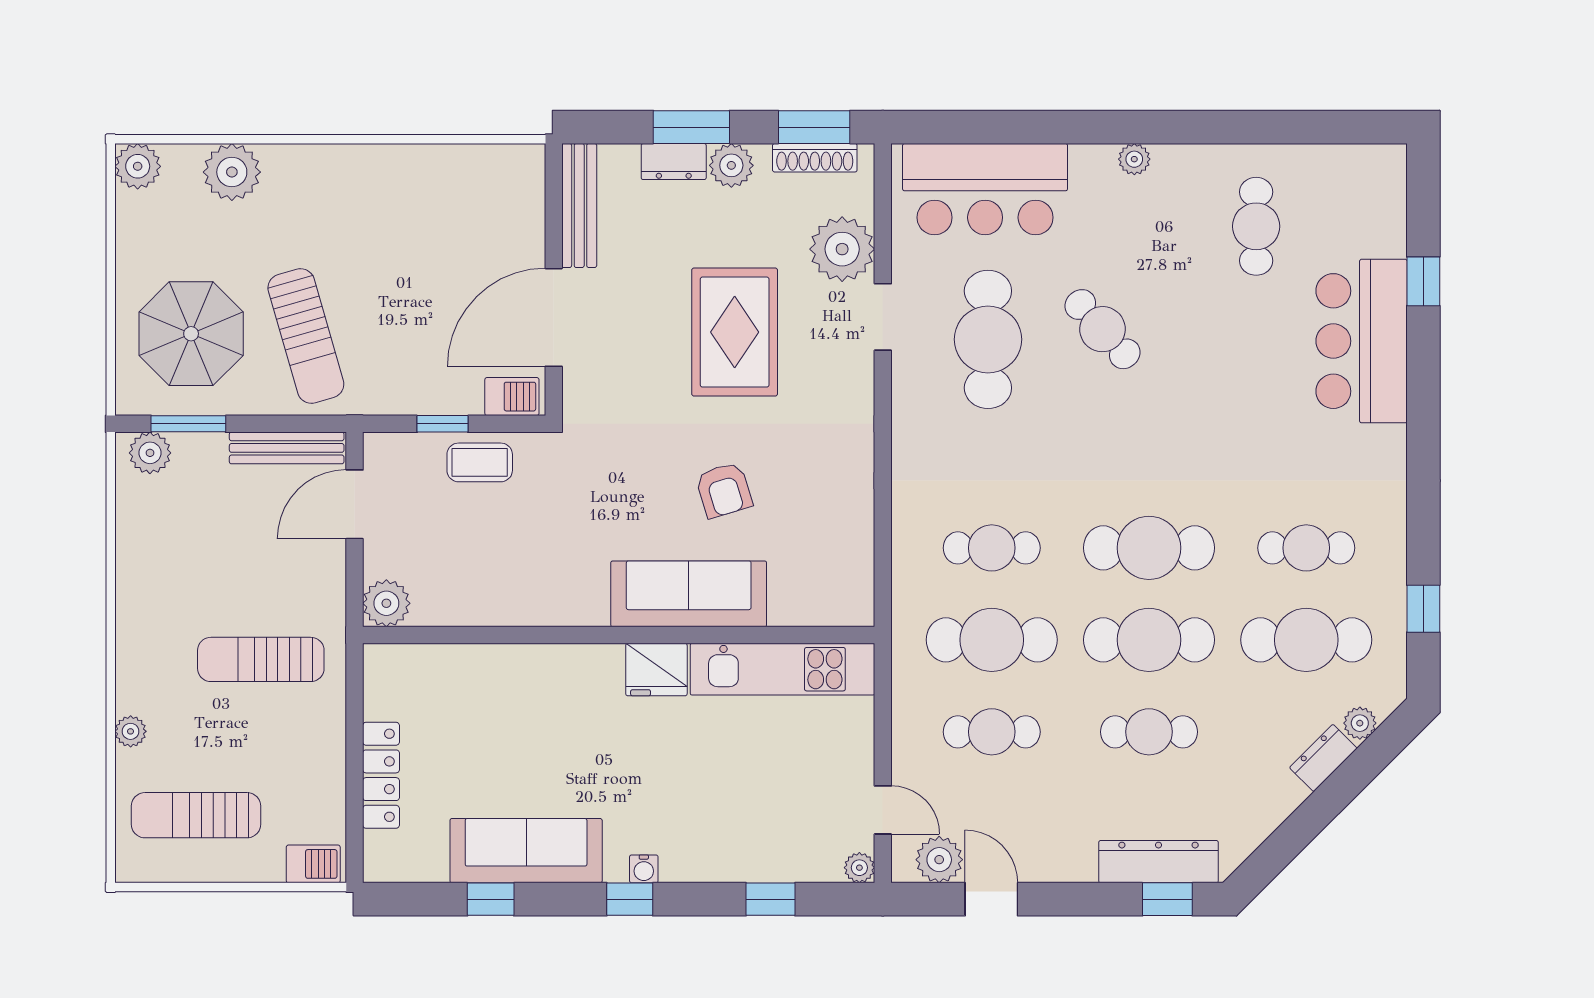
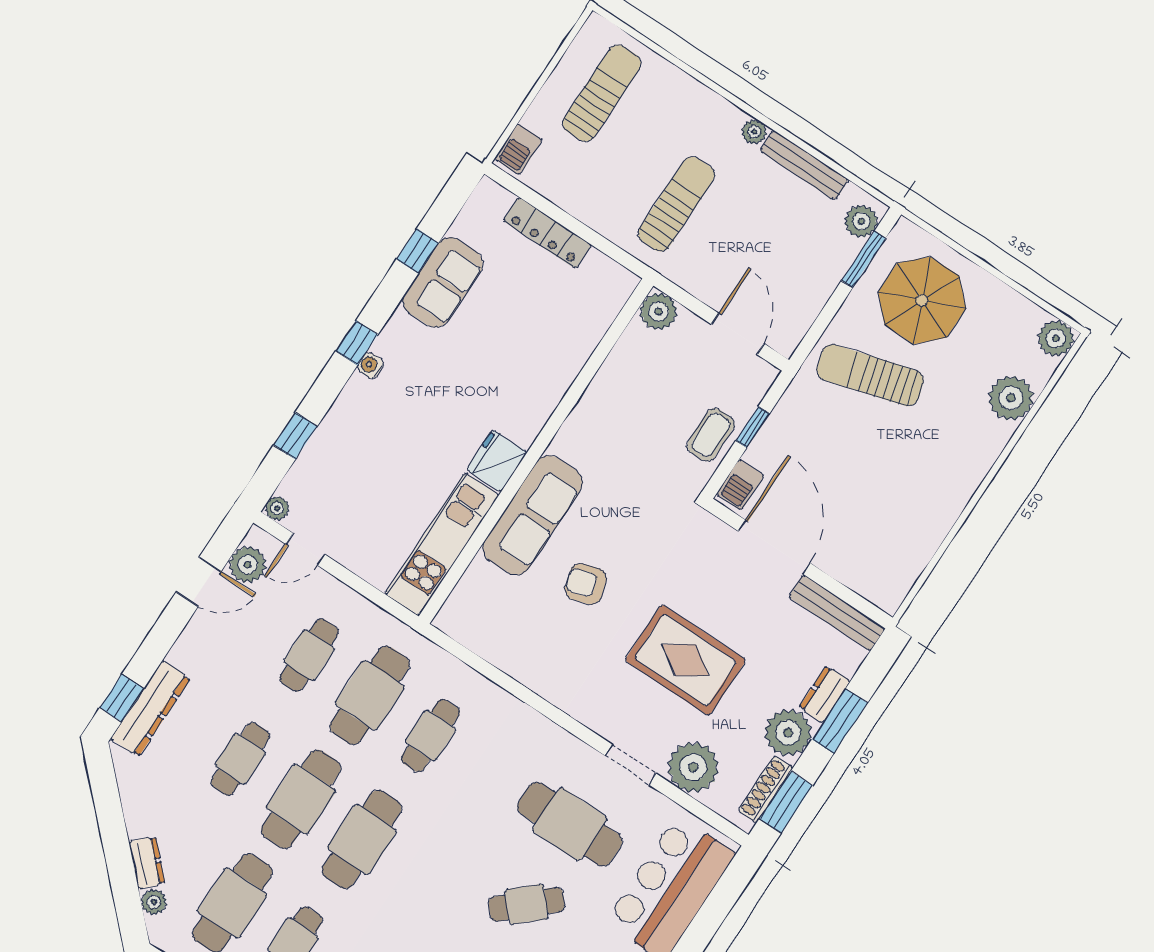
plant: (731, 165) -> (788, 733), width x1.36, depth x1.36
bench: (287, 448) -> (804, 165), moved, turned 90
plant: (131, 731) -> (754, 132), moved
sofa: (526, 851) -> (443, 282), width x0.73

